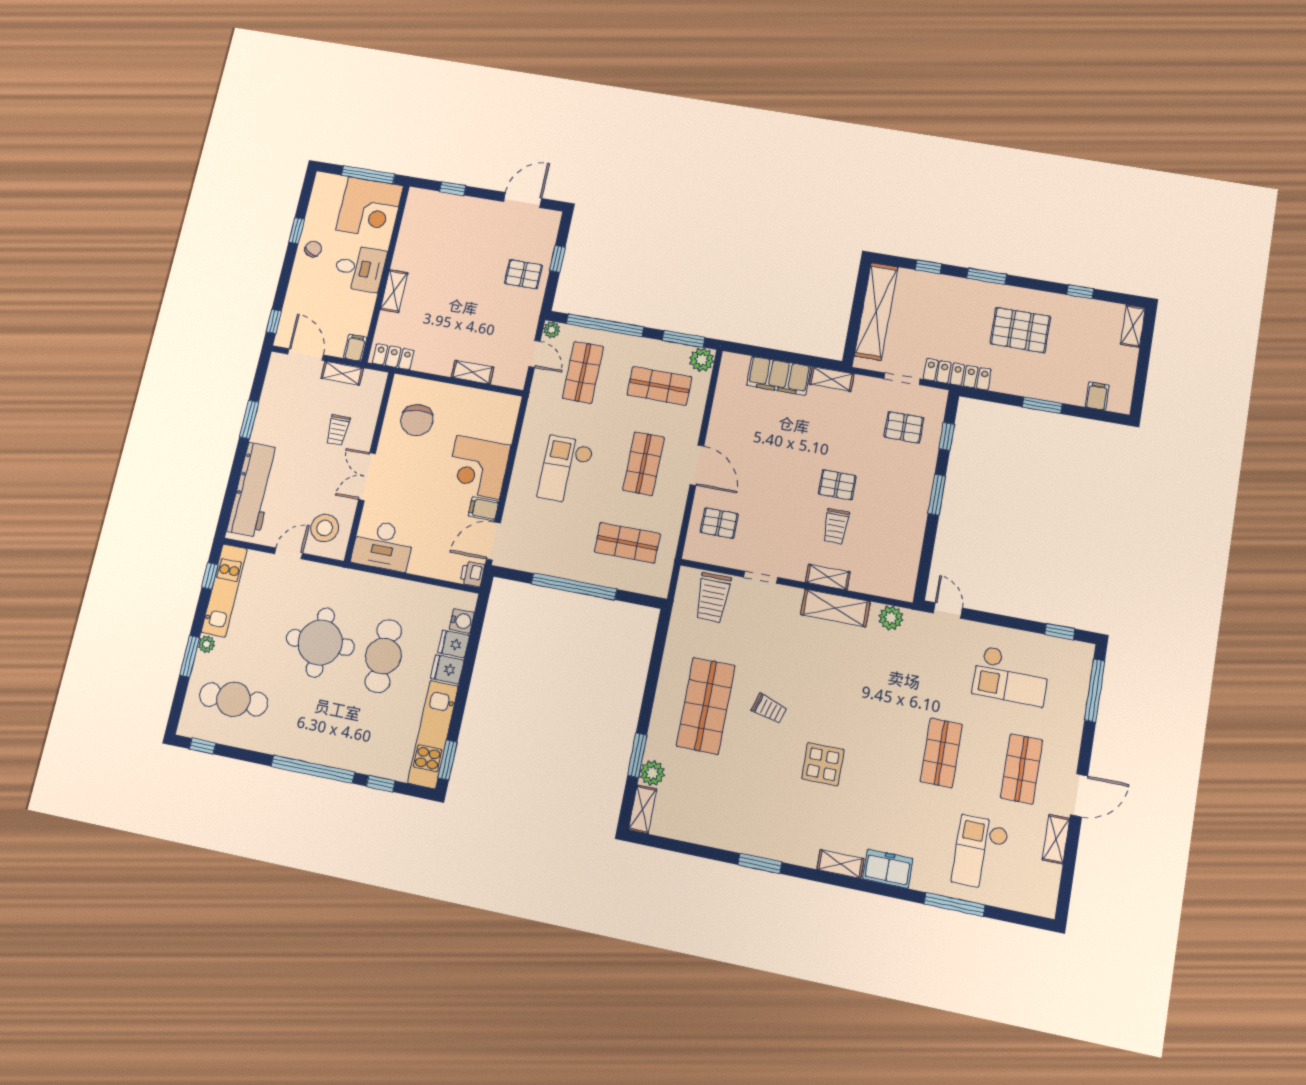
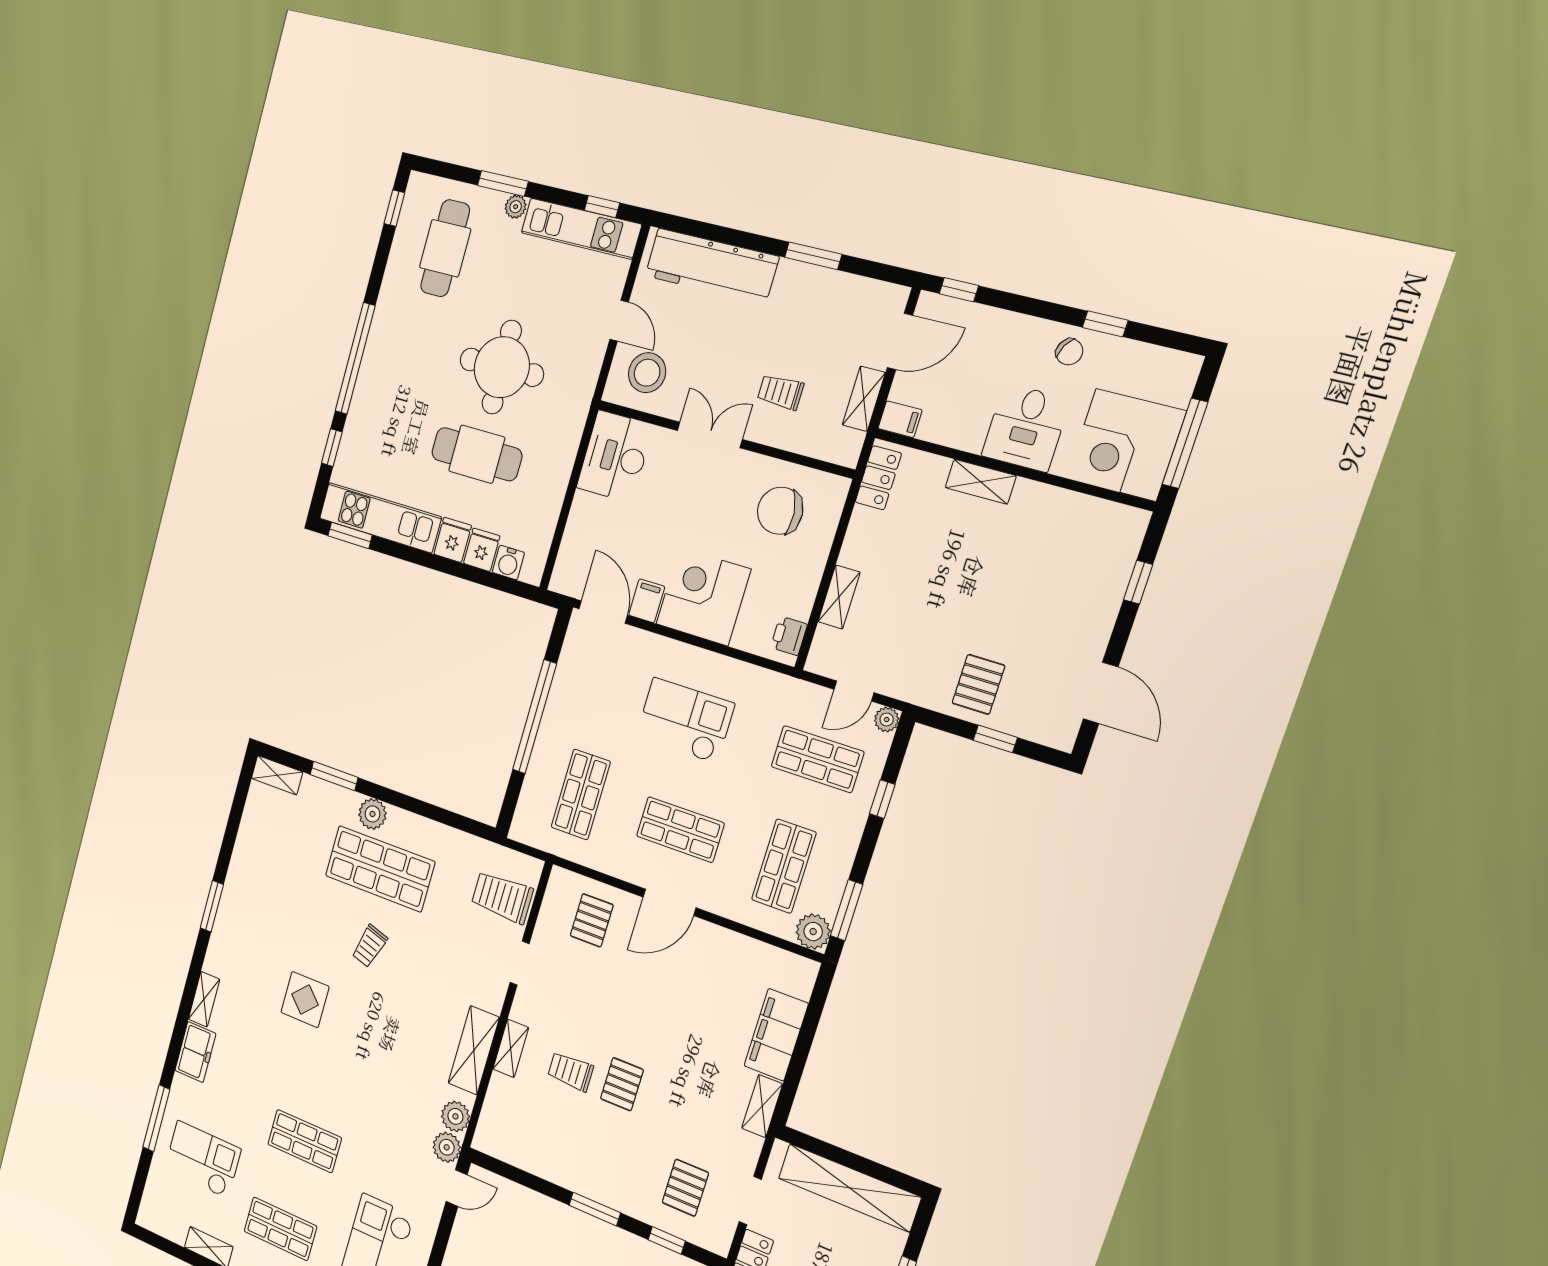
window: (605, 325) -> (882, 799), width x0.32
printer: (472, 574) -> (789, 636), moved, turned -90
plant: (917, 623) -> (447, 1147), added
plant: (652, 773) -> (372, 814), moved

